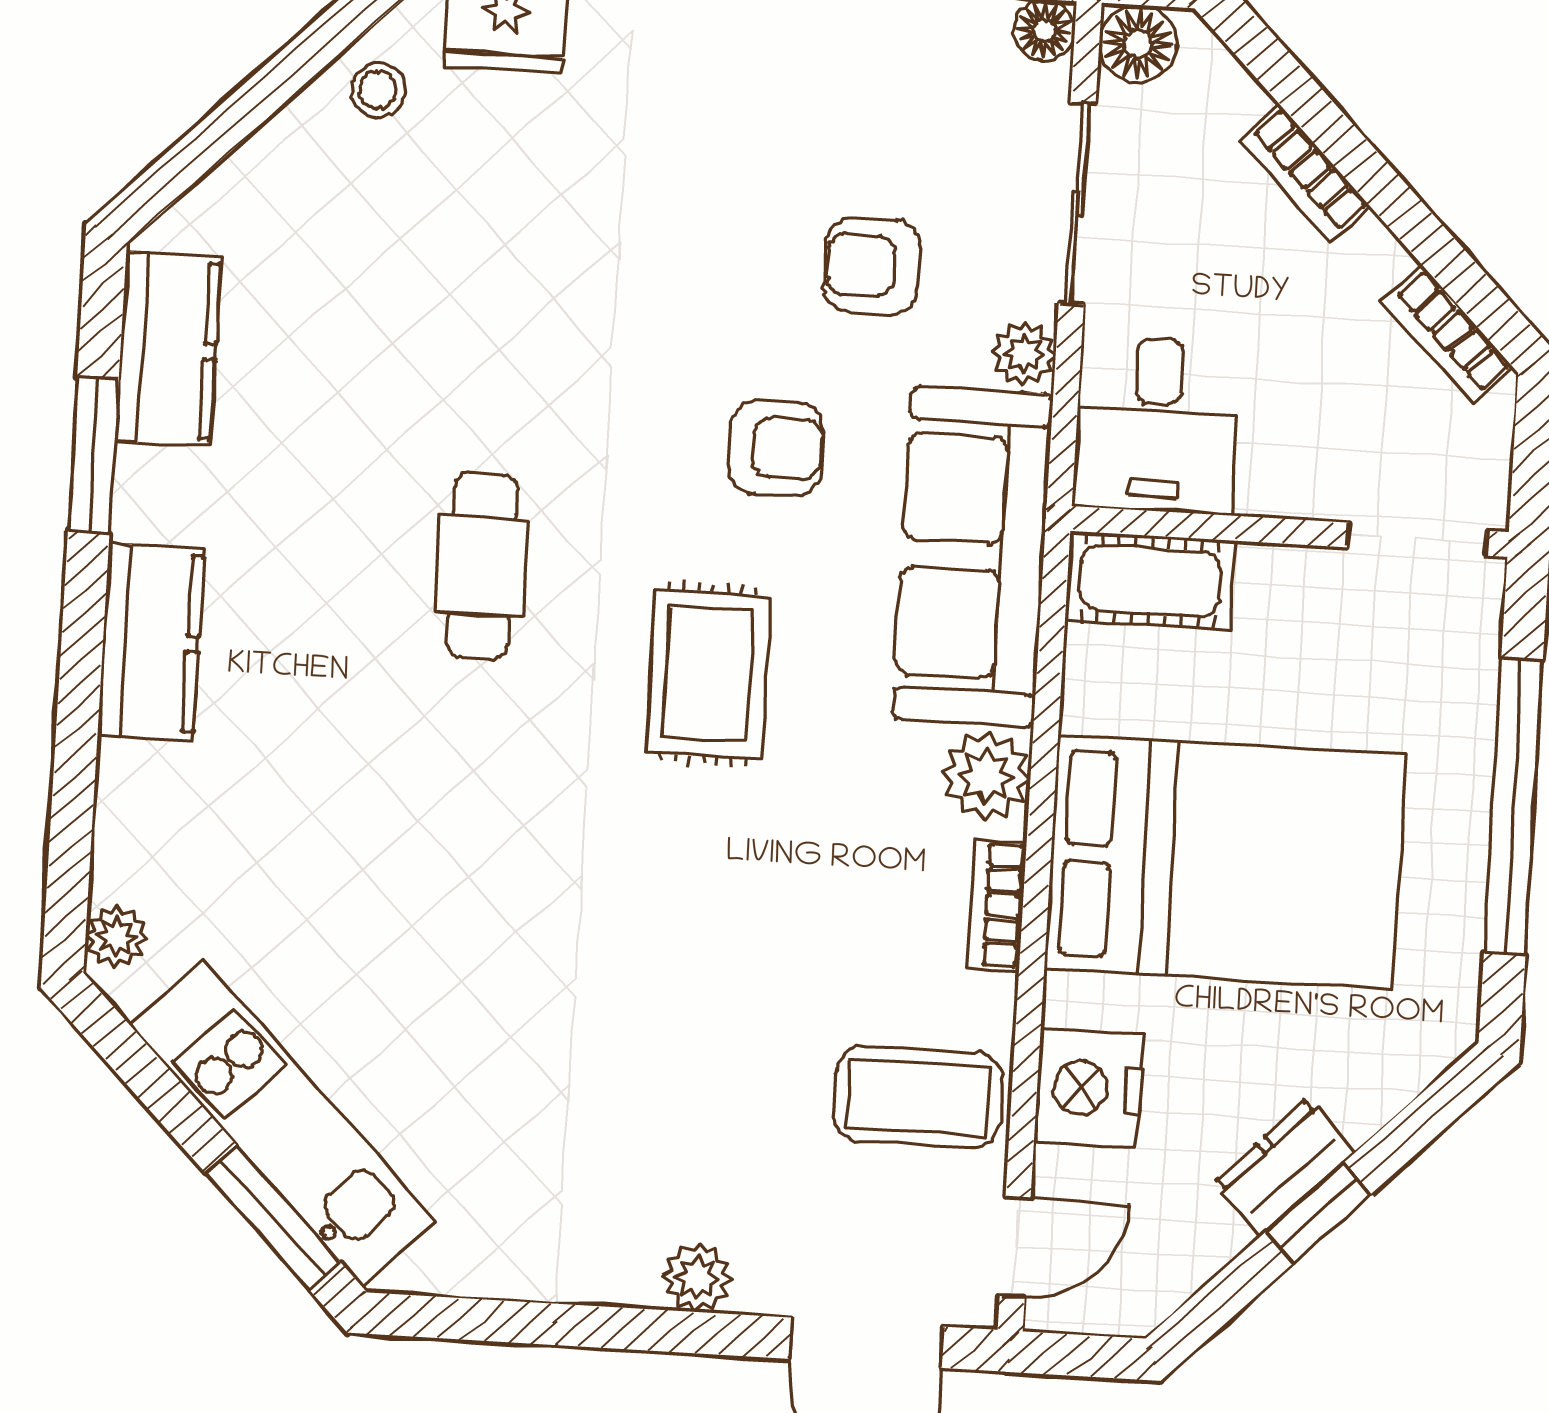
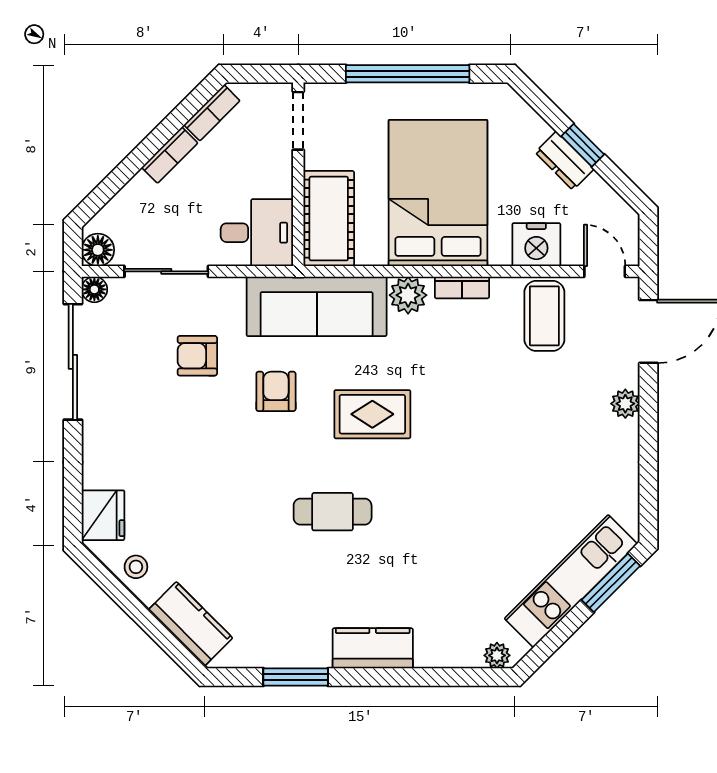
bookcase: (1305, 174) -> (170, 155), moved
armchair: (872, 266) -> (197, 356), turned 90
kitchen counter: (168, 349) -> (190, 624), moved, turned 45
plant: (1024, 354) -> (230, 290), removed
cot: (1150, 581) -> (329, 219), width x1.37, depth x1.34

